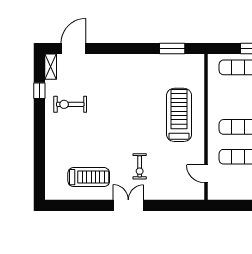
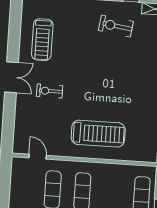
exercise bike: (70, 104) -> (116, 26), turned -82
door: (206, 174) -> (38, 157), hinge flipped

